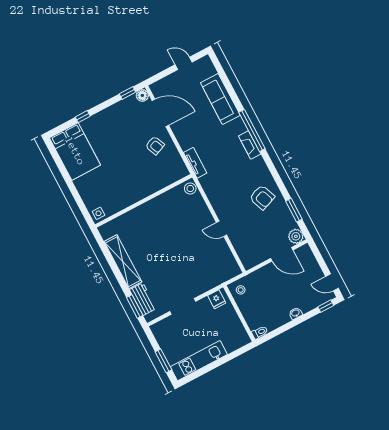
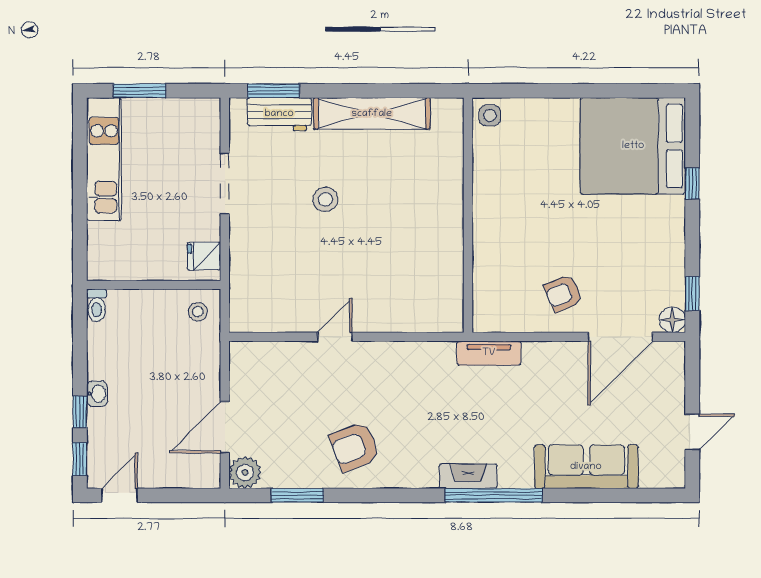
bed: (75, 151) -> (633, 146), width x1.36
stool: (190, 188) -> (325, 199), moved
window: (307, 316) -> (80, 412), added

